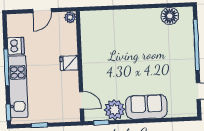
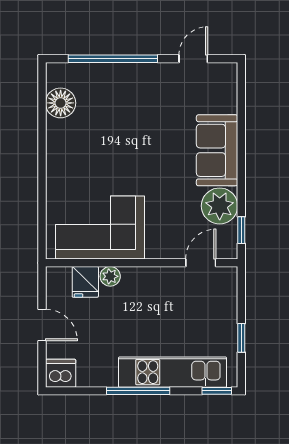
plant: (70, 17) -> (110, 276), moved
corner sofa: (99, 42) -> (100, 228), added
dishwasher: (16, 46) -> (61, 373), moved
fridge: (69, 63) -> (85, 282), moved

